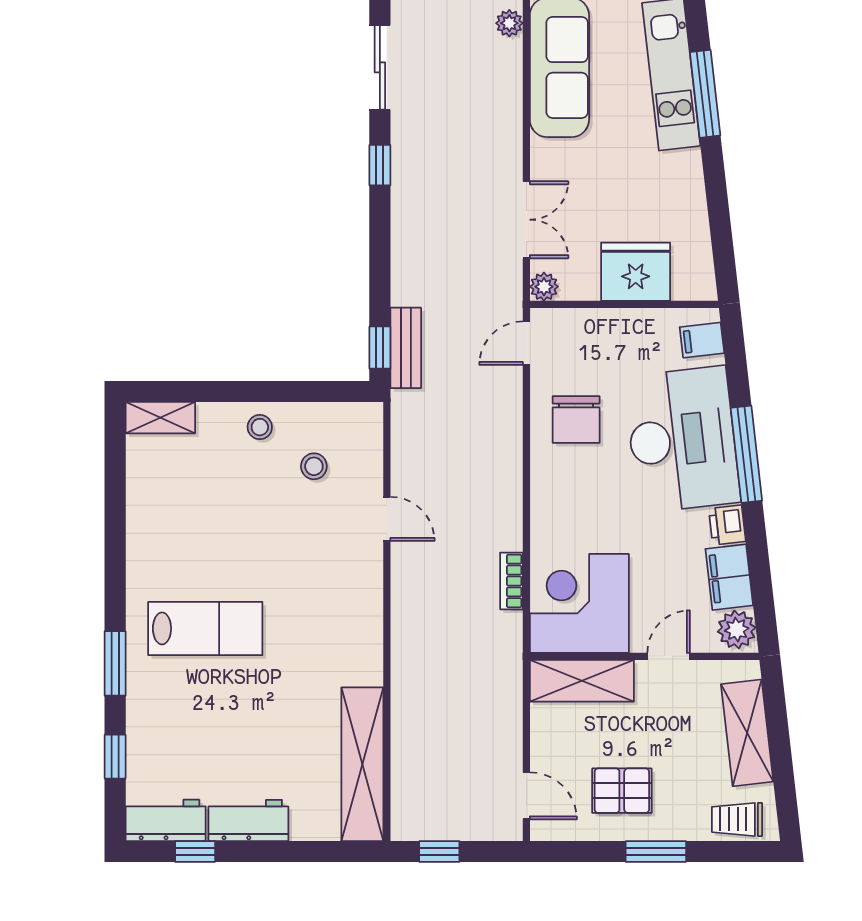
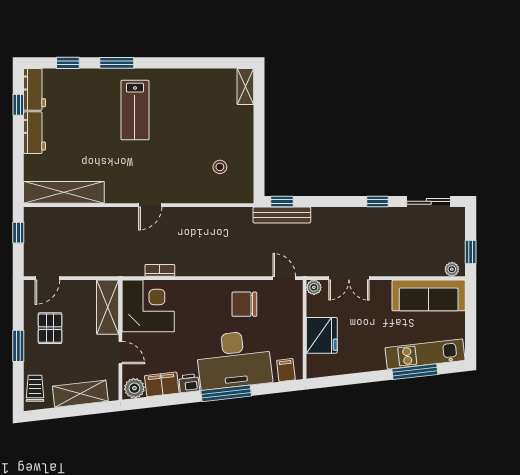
bench: (406, 348) -> (282, 215), width x1.36
stool: (260, 427) -> (240, 139), removed
door: (387, 519) -> (150, 205), moved

